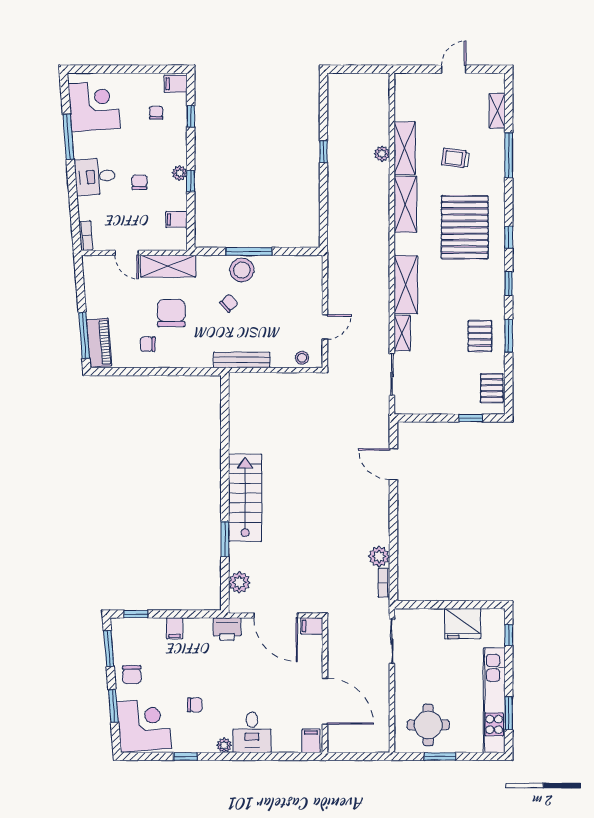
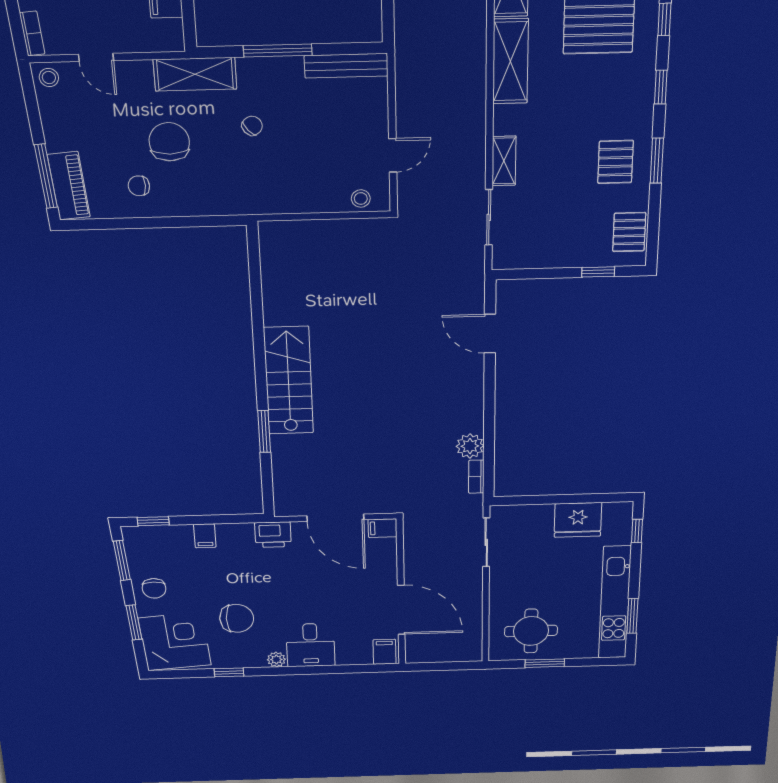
shelving: (168, 266) -> (195, 74), moved
stool: (242, 270) -> (49, 78), moved, width x0.53, depth x0.53
shelving: (406, 285) -> (510, 61), moved
bench: (242, 360) -> (346, 66), moved
plant: (239, 582) -> (286, 481), removed
chair: (195, 705) -> (237, 618), width x1.87, depth x1.87

